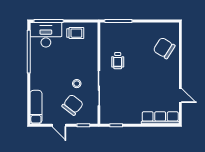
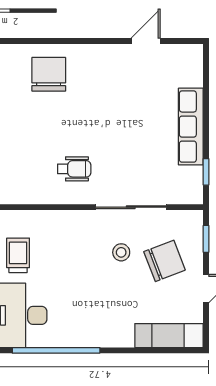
chair: (164, 48) -> (49, 74), turned 148
chair: (73, 105) -> (165, 261), turned 121
row of seats: (160, 118) -> (191, 127), moved

